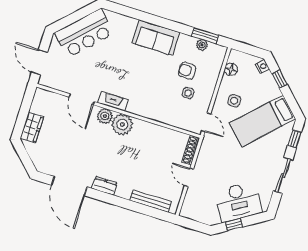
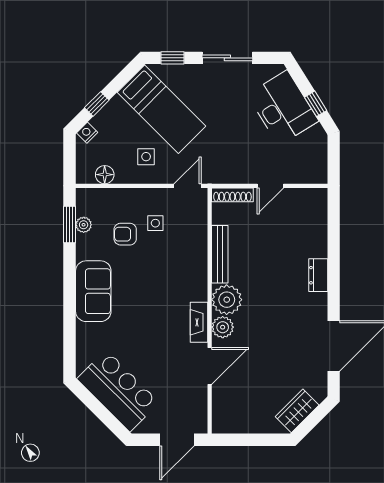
armchair: (187, 71) -> (125, 234), turned 90
wardrobe: (32, 128) -> (297, 411), moved, turned -45
dresser: (105, 186) -> (318, 275), moved
bench: (151, 201) -> (220, 254), moved

